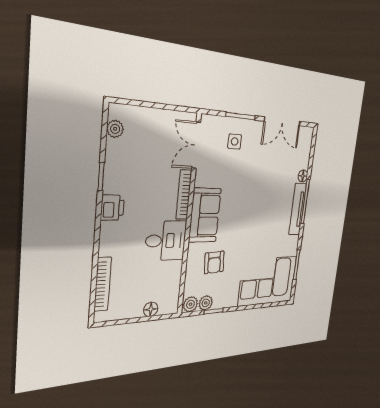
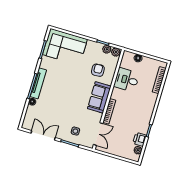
printer: (112, 208) -> (140, 139), moved
desk: (166, 241) -> (127, 80), moved

